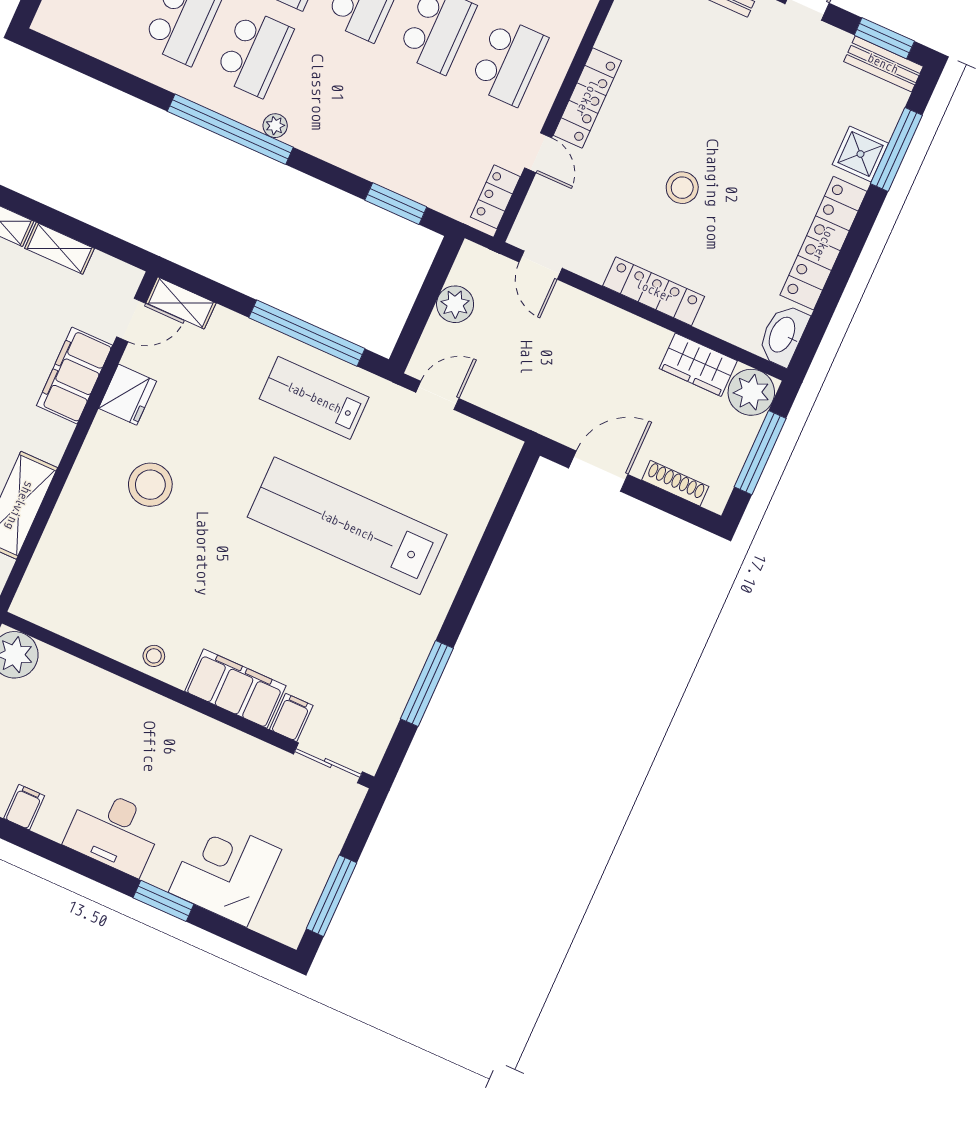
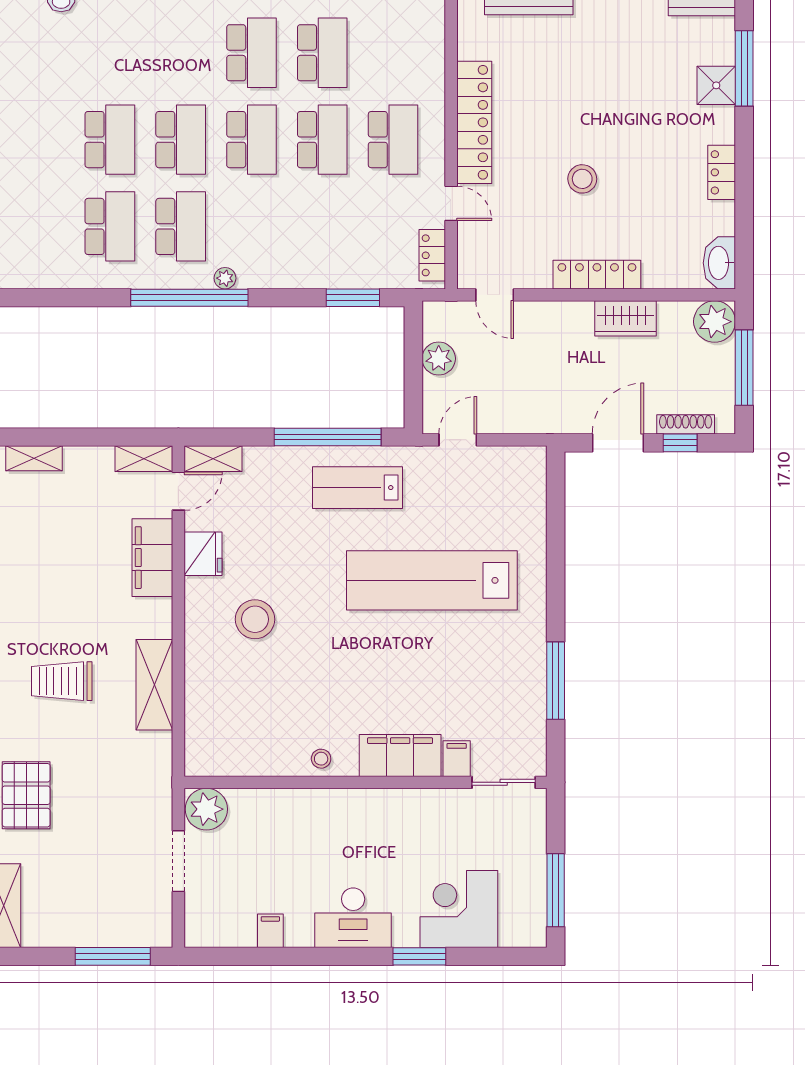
locker: (587, 98) -> (474, 122), width x1.41, depth x1.21
locker: (824, 243) -> (722, 172), width x0.46, depth x0.83
shelving: (59, 248) -> (144, 459), moved
wardrobe: (698, 365) -> (626, 318), moved
window: (661, 499) -> (680, 443), added

